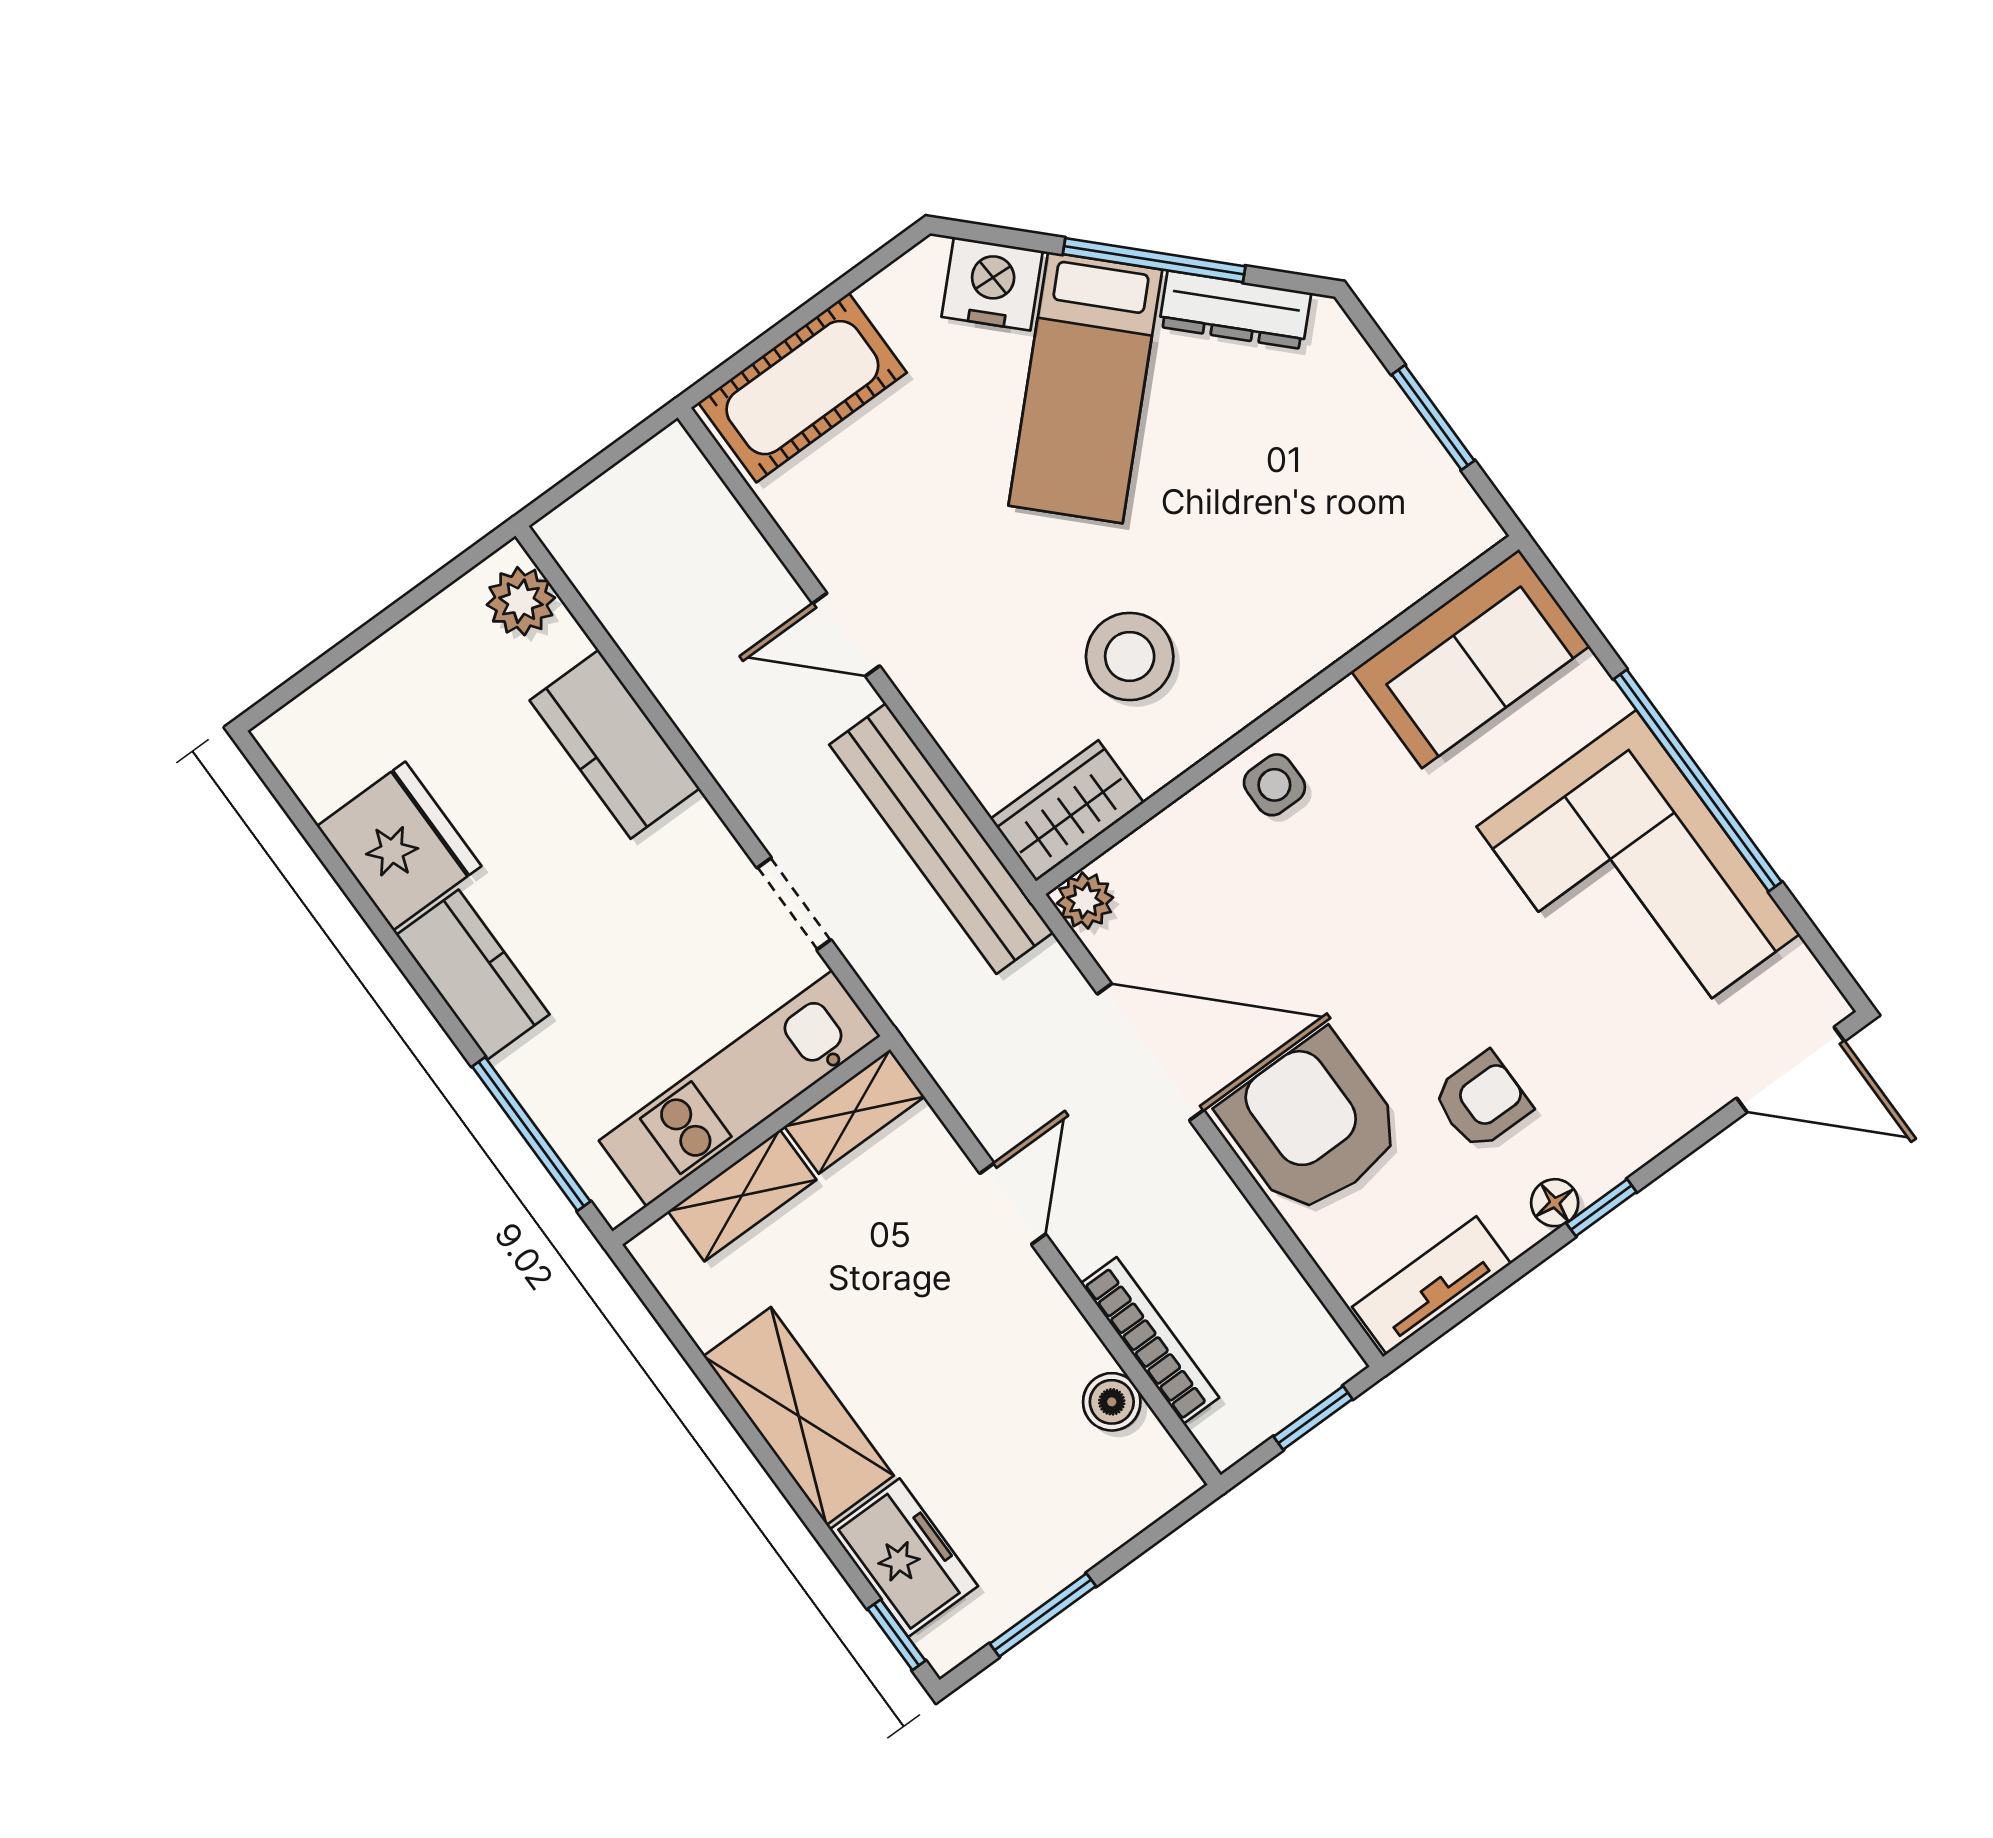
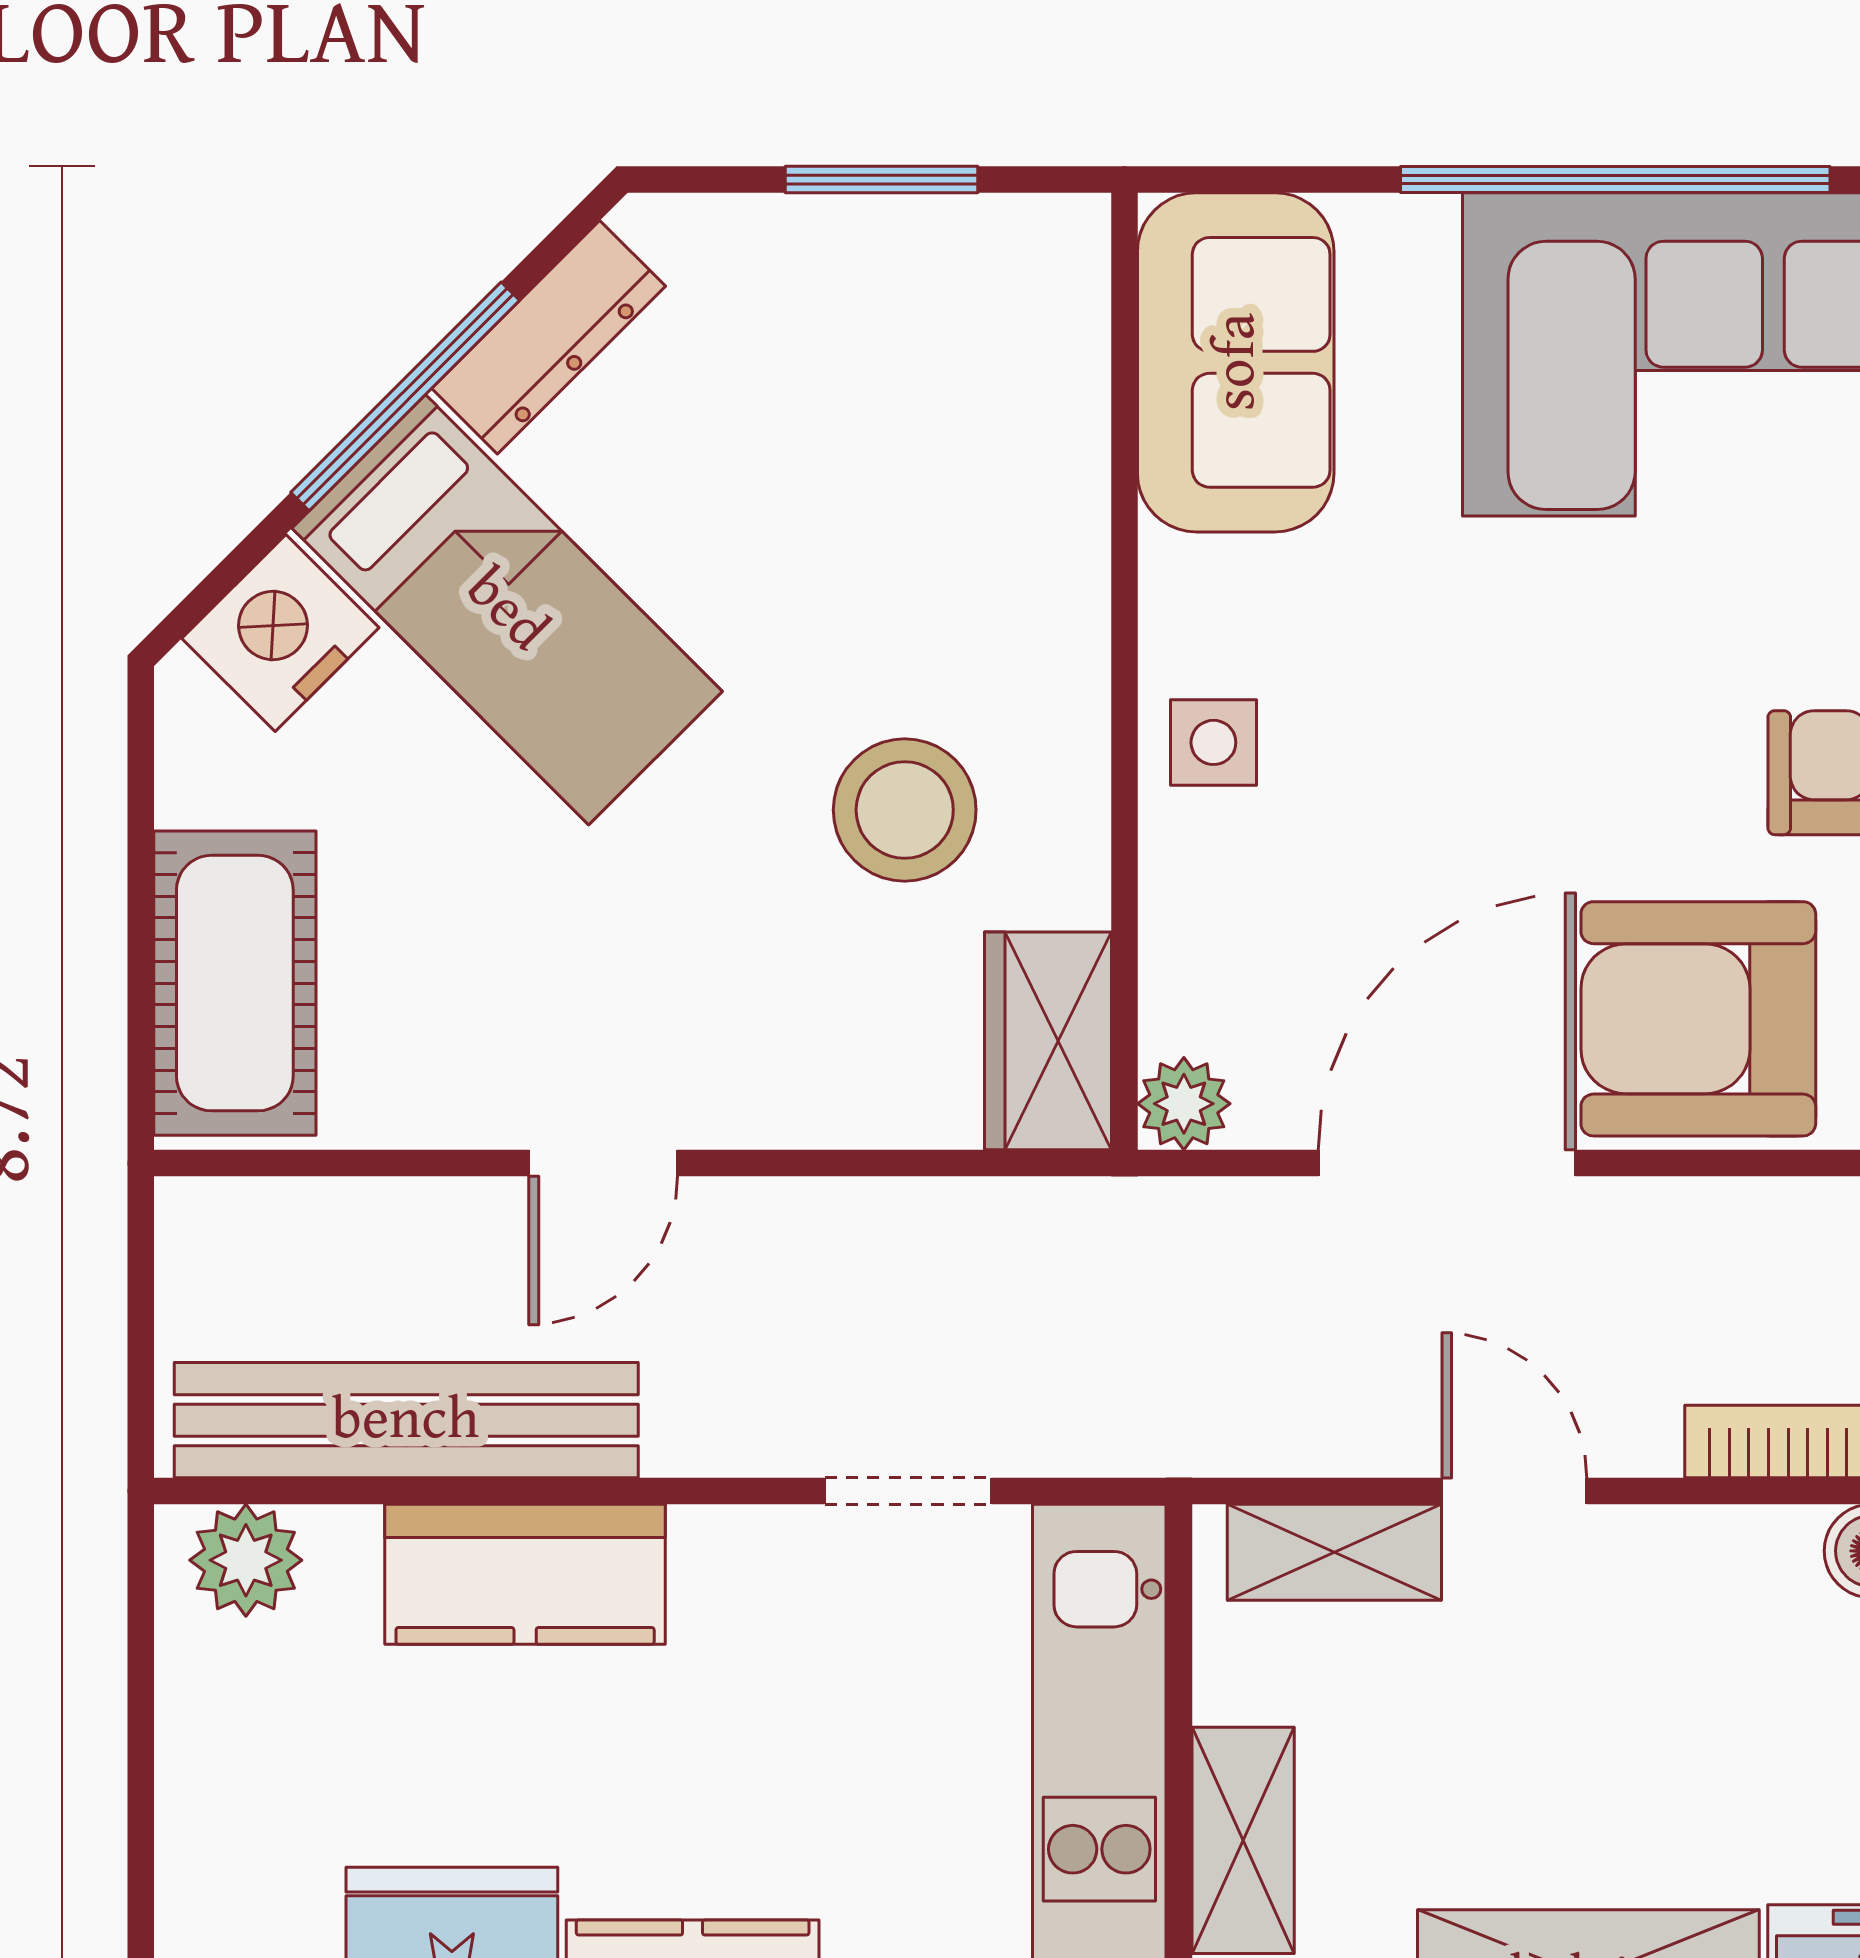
bench: (941, 839) -> (406, 1420), moved
shelving: (854, 1111) -> (1334, 1552), moved, turned 90

